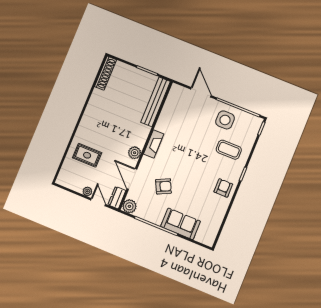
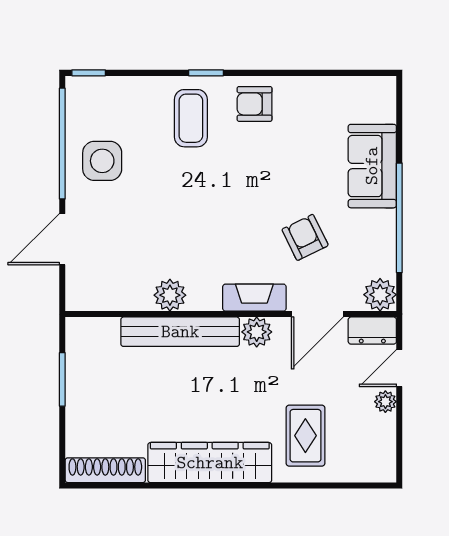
bench: (156, 102) -> (180, 332), moved
wardrobe: (92, 114) -> (210, 463), added
plant: (162, 125) -> (170, 295), added
fireplace: (154, 144) -> (254, 298), moved
coffee table: (229, 150) -> (191, 118), moved

